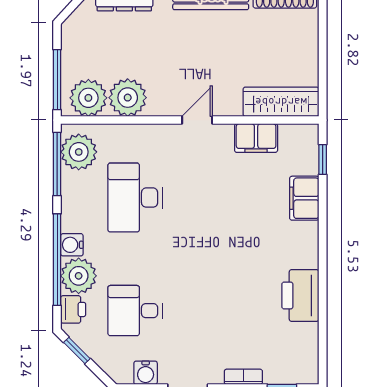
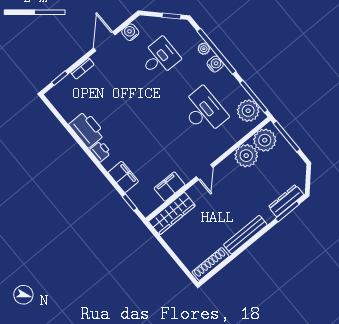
plant: (79, 276) -> (204, 49), width x0.53, depth x0.53
printer: (73, 309) -> (100, 151), moved, turned 180

